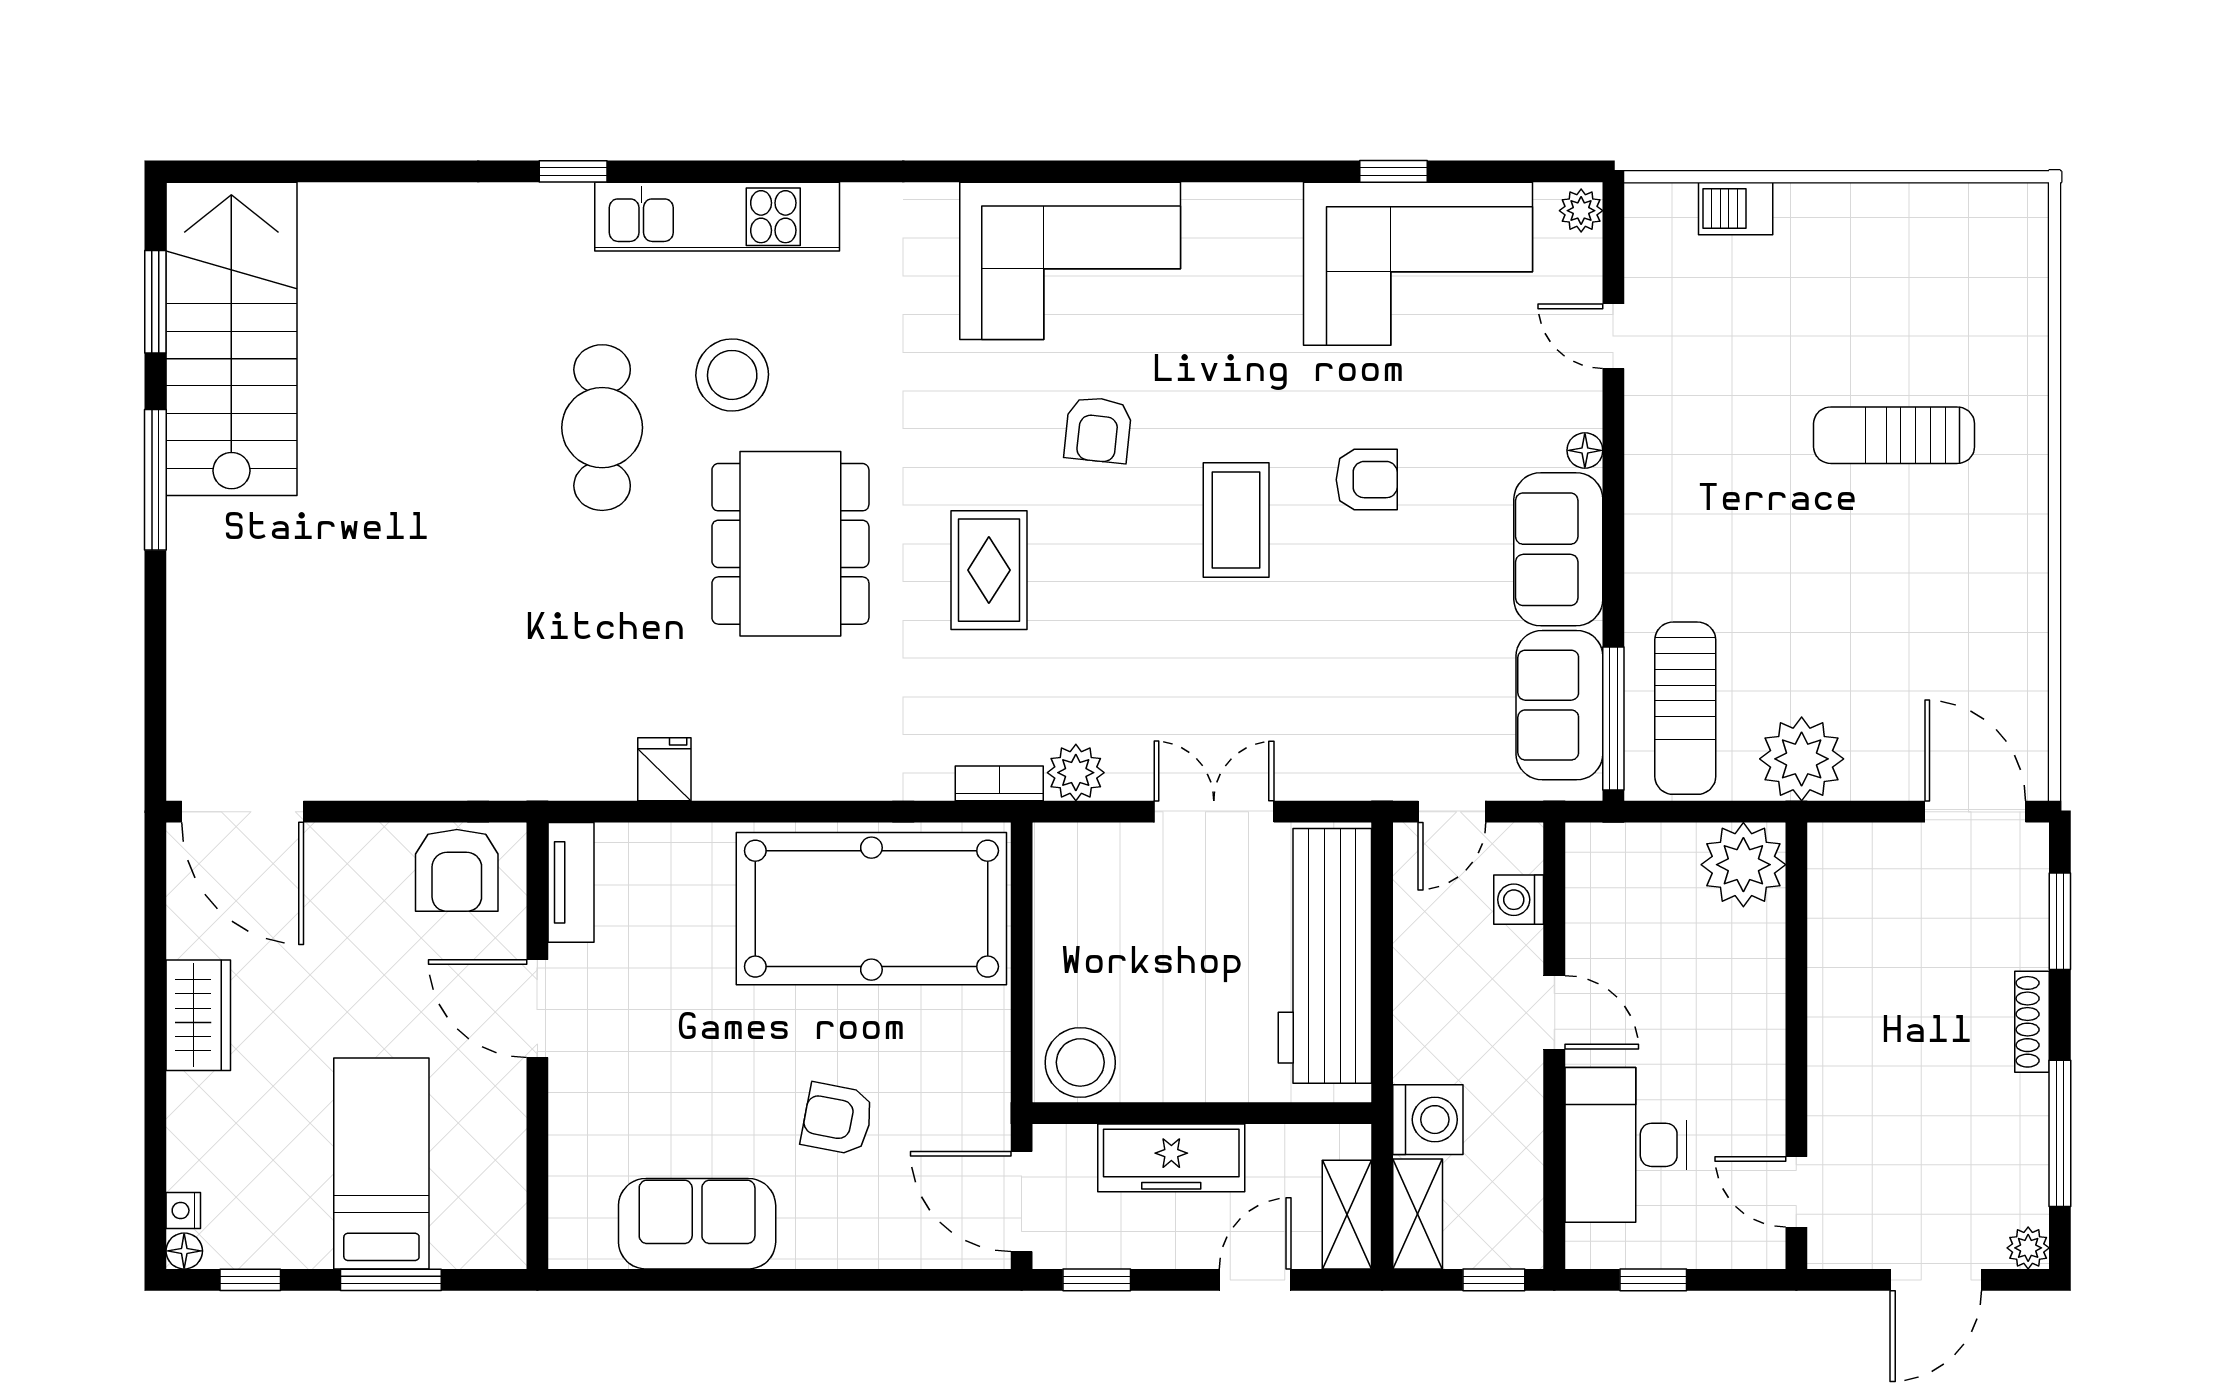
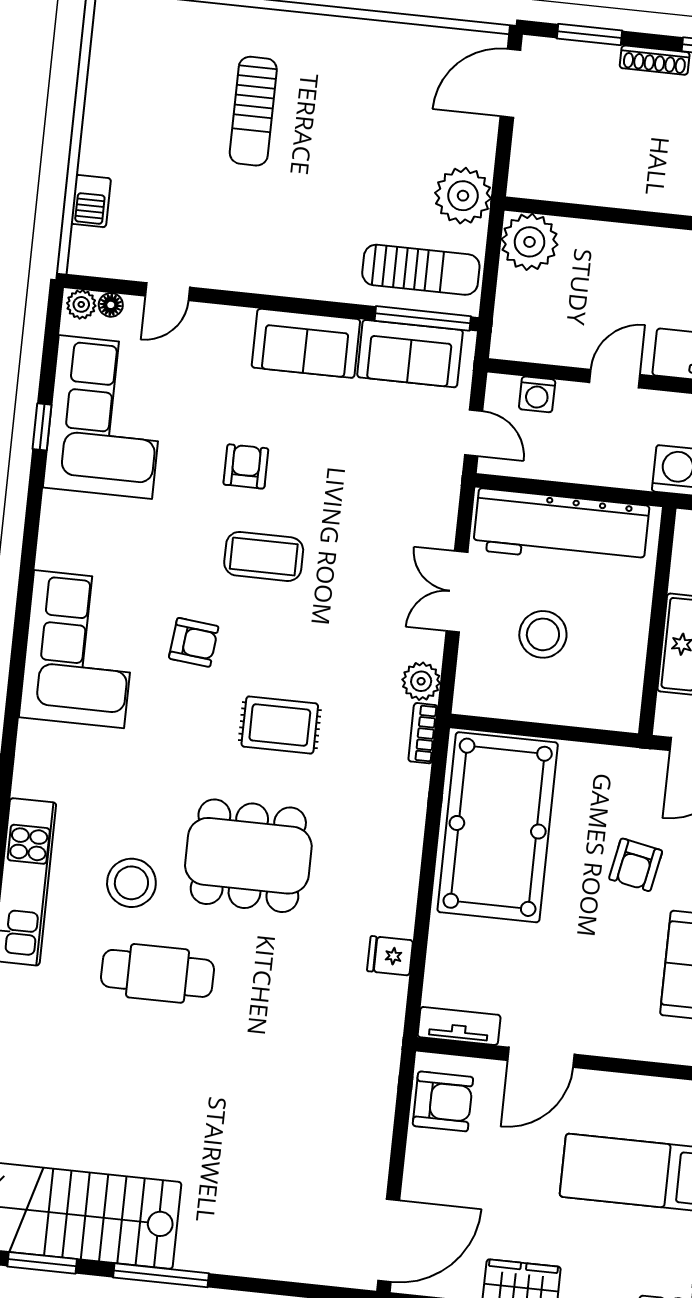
floor lamp: (1585, 450) -> (111, 305), moved
stool: (1080, 1062) -> (543, 634), moved

